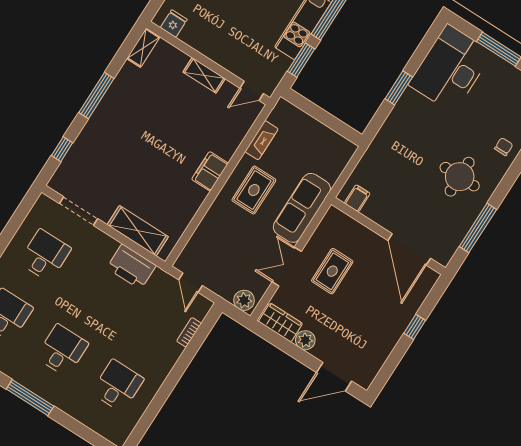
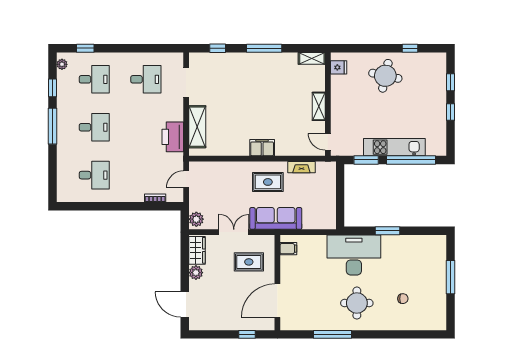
desk: (450, 69) -> (354, 255), moved
chair: (504, 147) -> (403, 299), moved
filing cabinet: (357, 198) -> (288, 249), moved
wall: (388, 236) -> (277, 283), moved
door: (409, 249) -> (277, 301), moved

